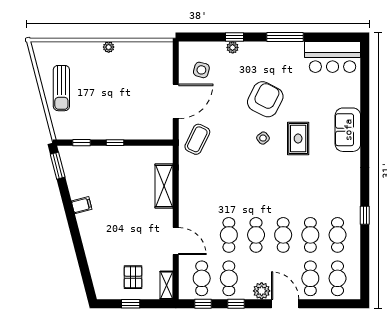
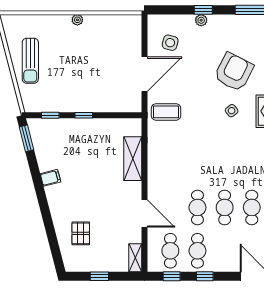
coffee table: (197, 139) -> (166, 112), turned 64
pallet: (133, 277) -> (81, 233), moved
plant: (262, 291) -> (230, 263), removed

